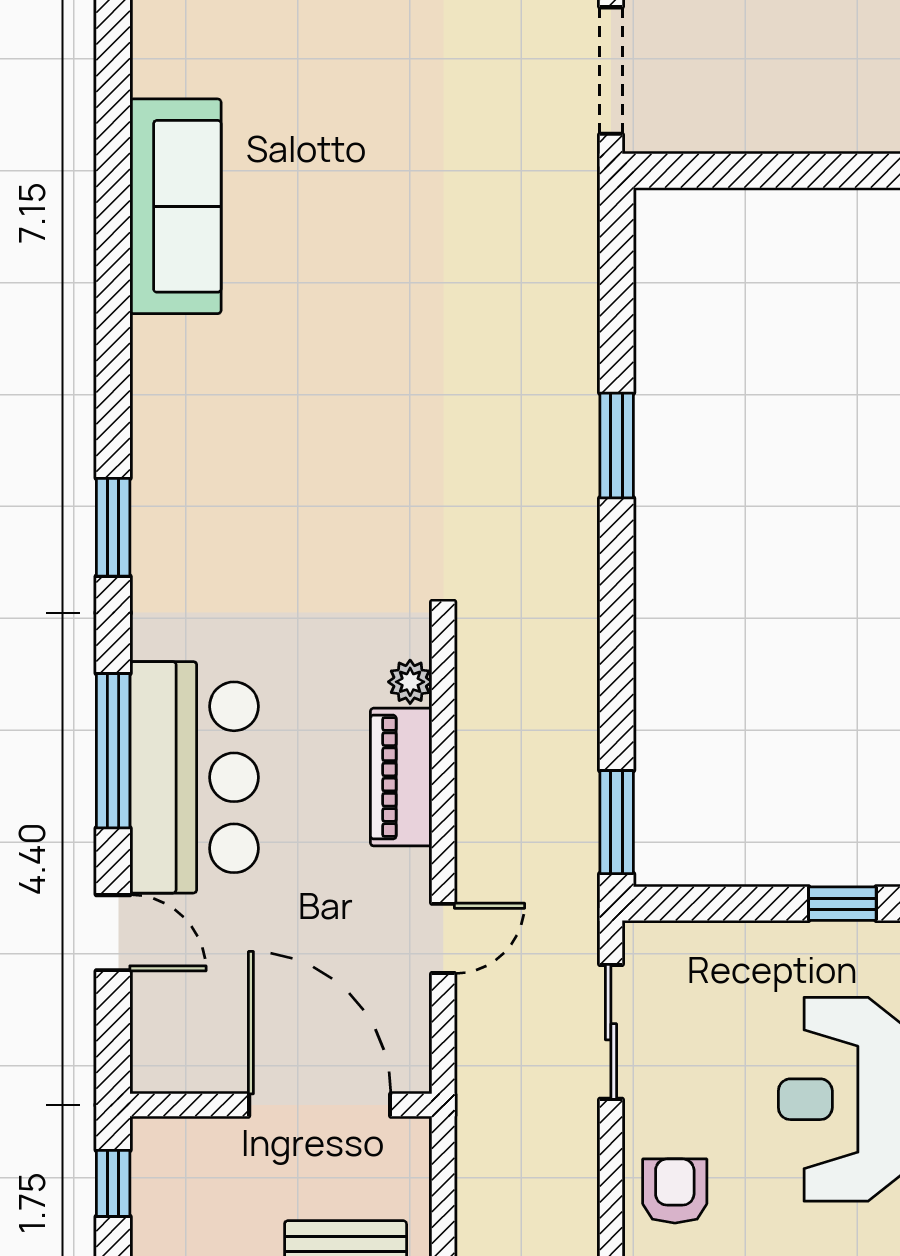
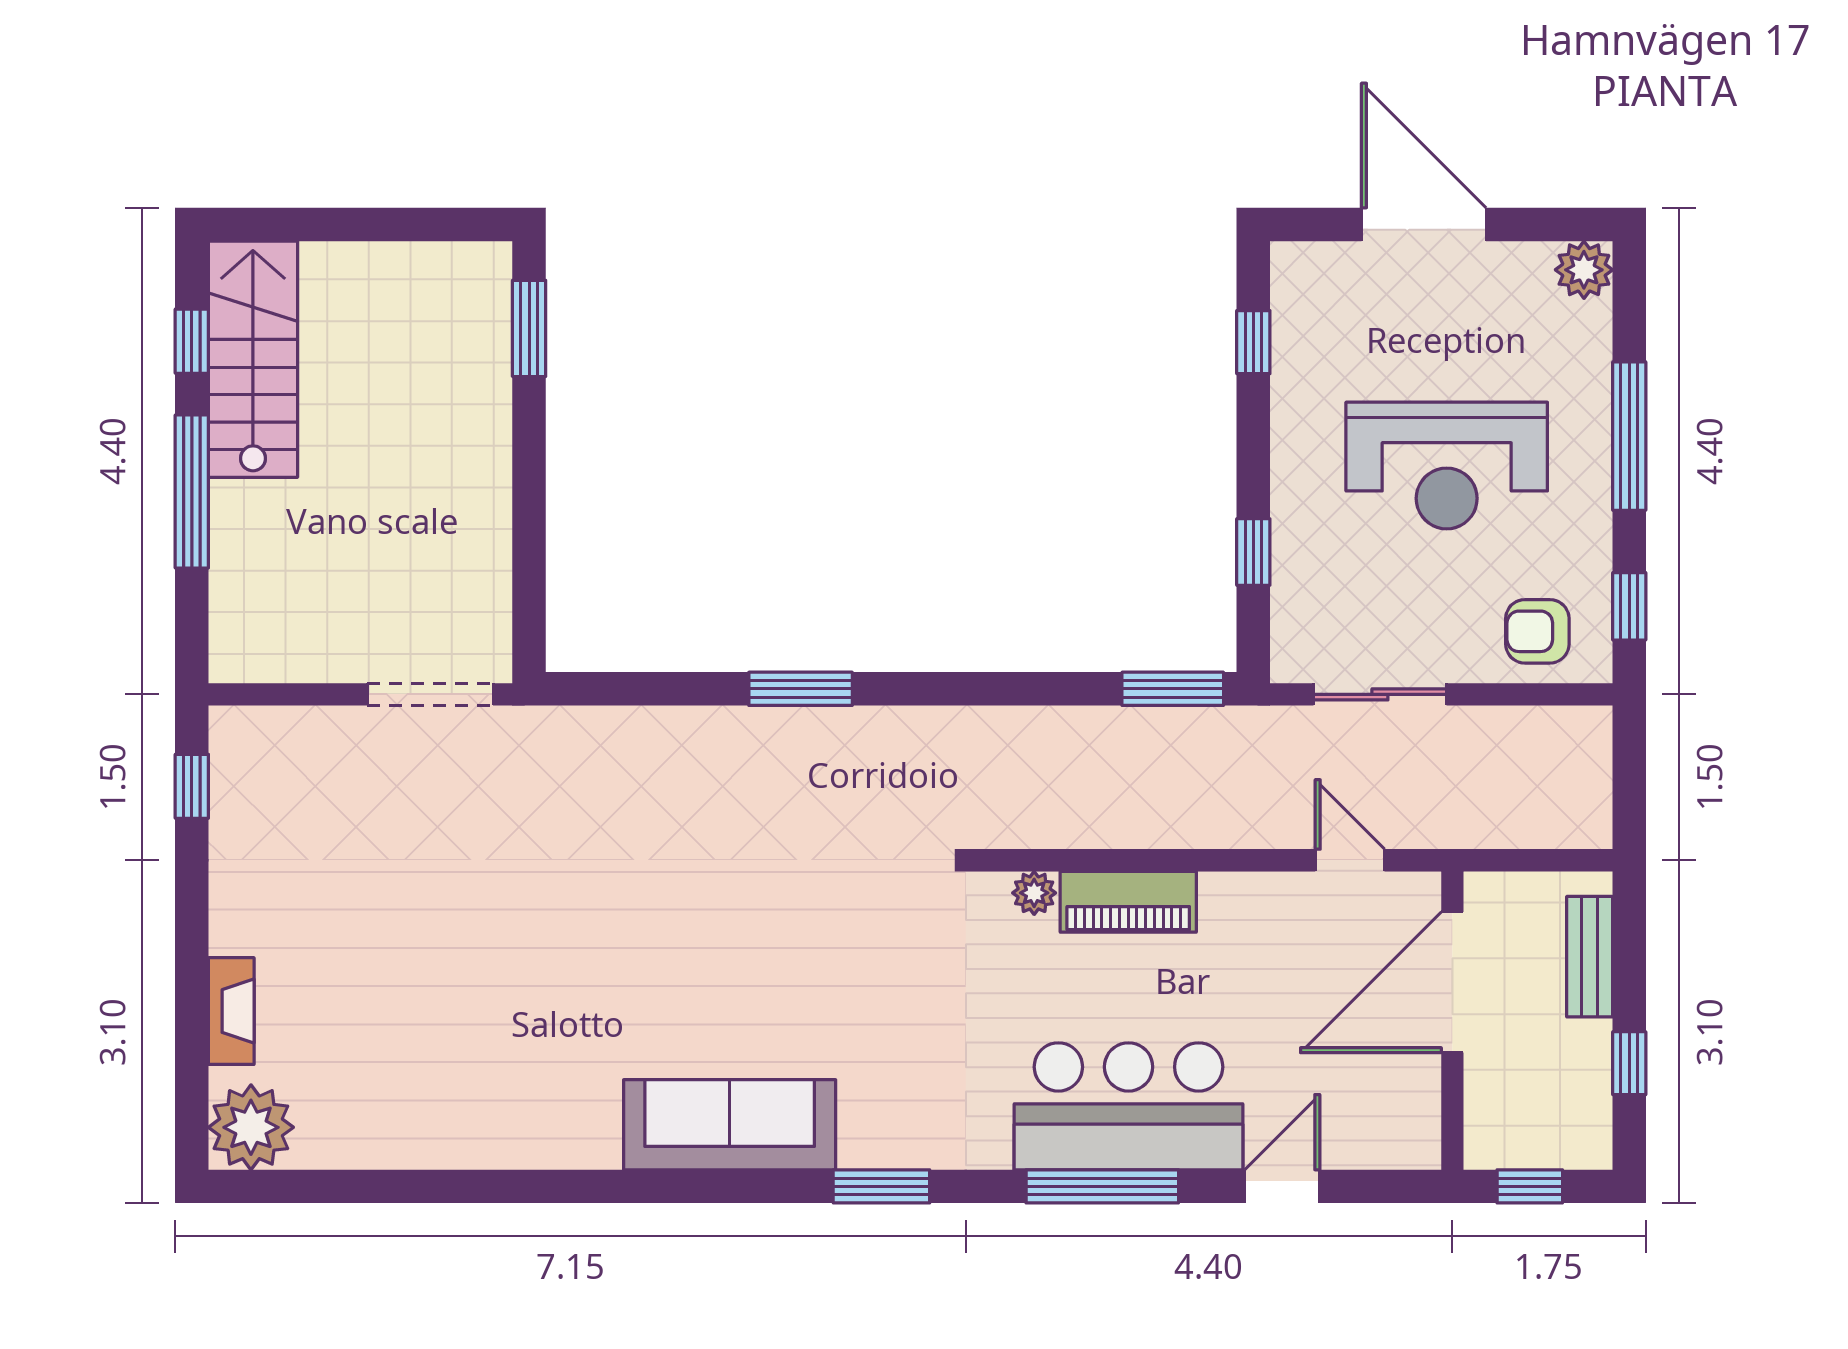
sofa: (175, 206) -> (730, 1125), moved
window: (842, 904) -> (1253, 552), moved
door: (443, 938) -> (1350, 860), moved

